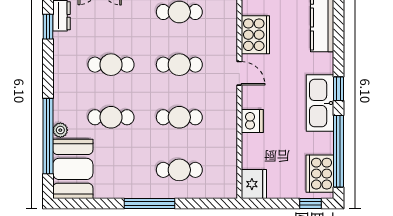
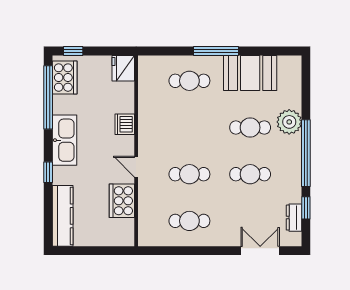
window: (338, 89) -> (48, 172), moved
cafe table: (179, 117) -> (189, 128), removed
plant: (60, 130) -> (289, 122), width x1.87, depth x1.87
window: (48, 136) -> (306, 153), moved
booth: (73, 169) -> (250, 73), moved, turned 90

